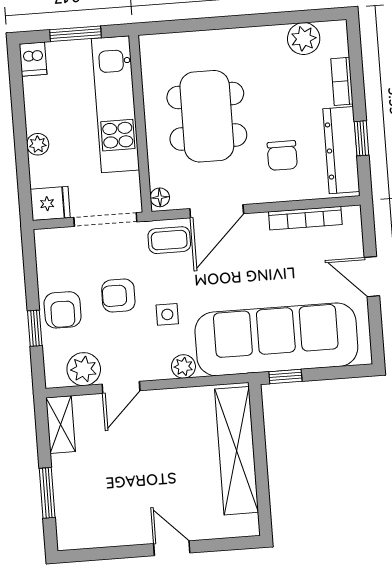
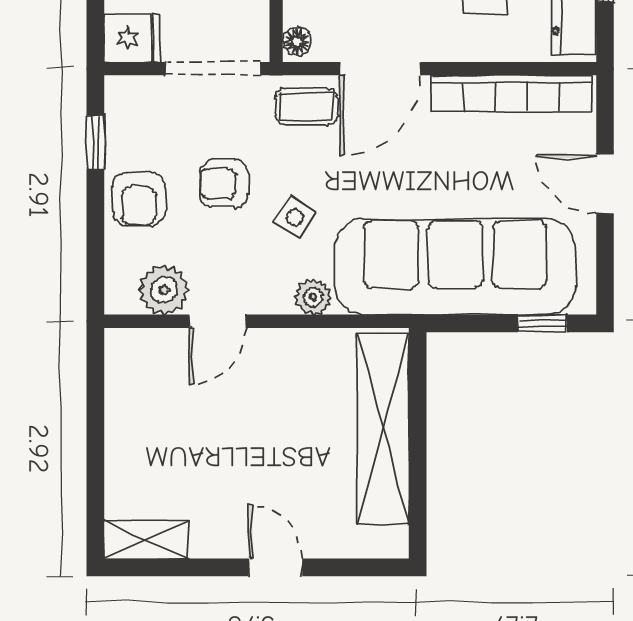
bookcase: (305, 218) -> (512, 93), width x1.48, depth x1.31
side table: (167, 314) -> (295, 217), turned 32
window: (35, 328) -> (95, 143), moved
window: (285, 377) -> (542, 323), moved
shelving: (61, 425) -> (146, 540), moved, turned 90
window: (47, 493) -> (95, 471), removed

